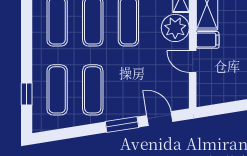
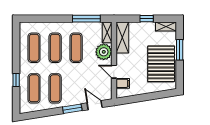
filing cabinet: (208, 40) -> (123, 83), moved
window: (27, 94) -> (16, 80), moved

